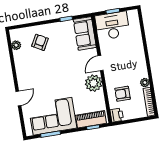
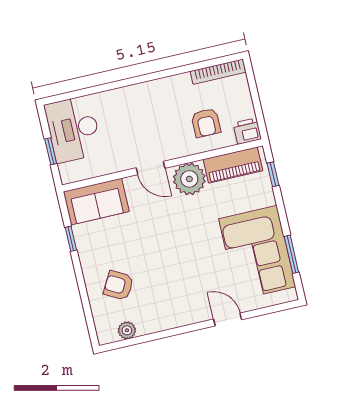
desk: (112, 26) -> (73, 129), moved
plant: (145, 83) -> (182, 82), removed
piano: (91, 119) -> (233, 165), moved, turned -90

